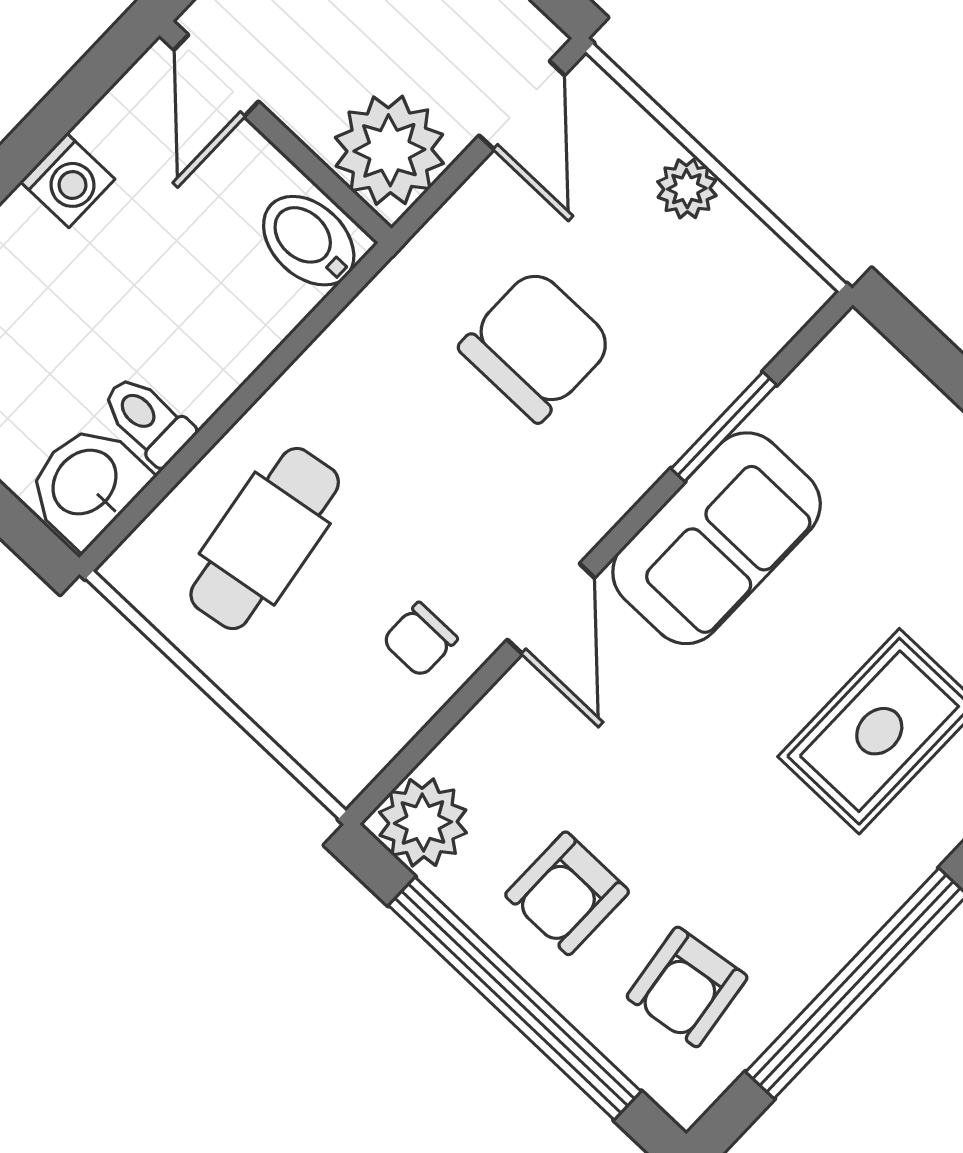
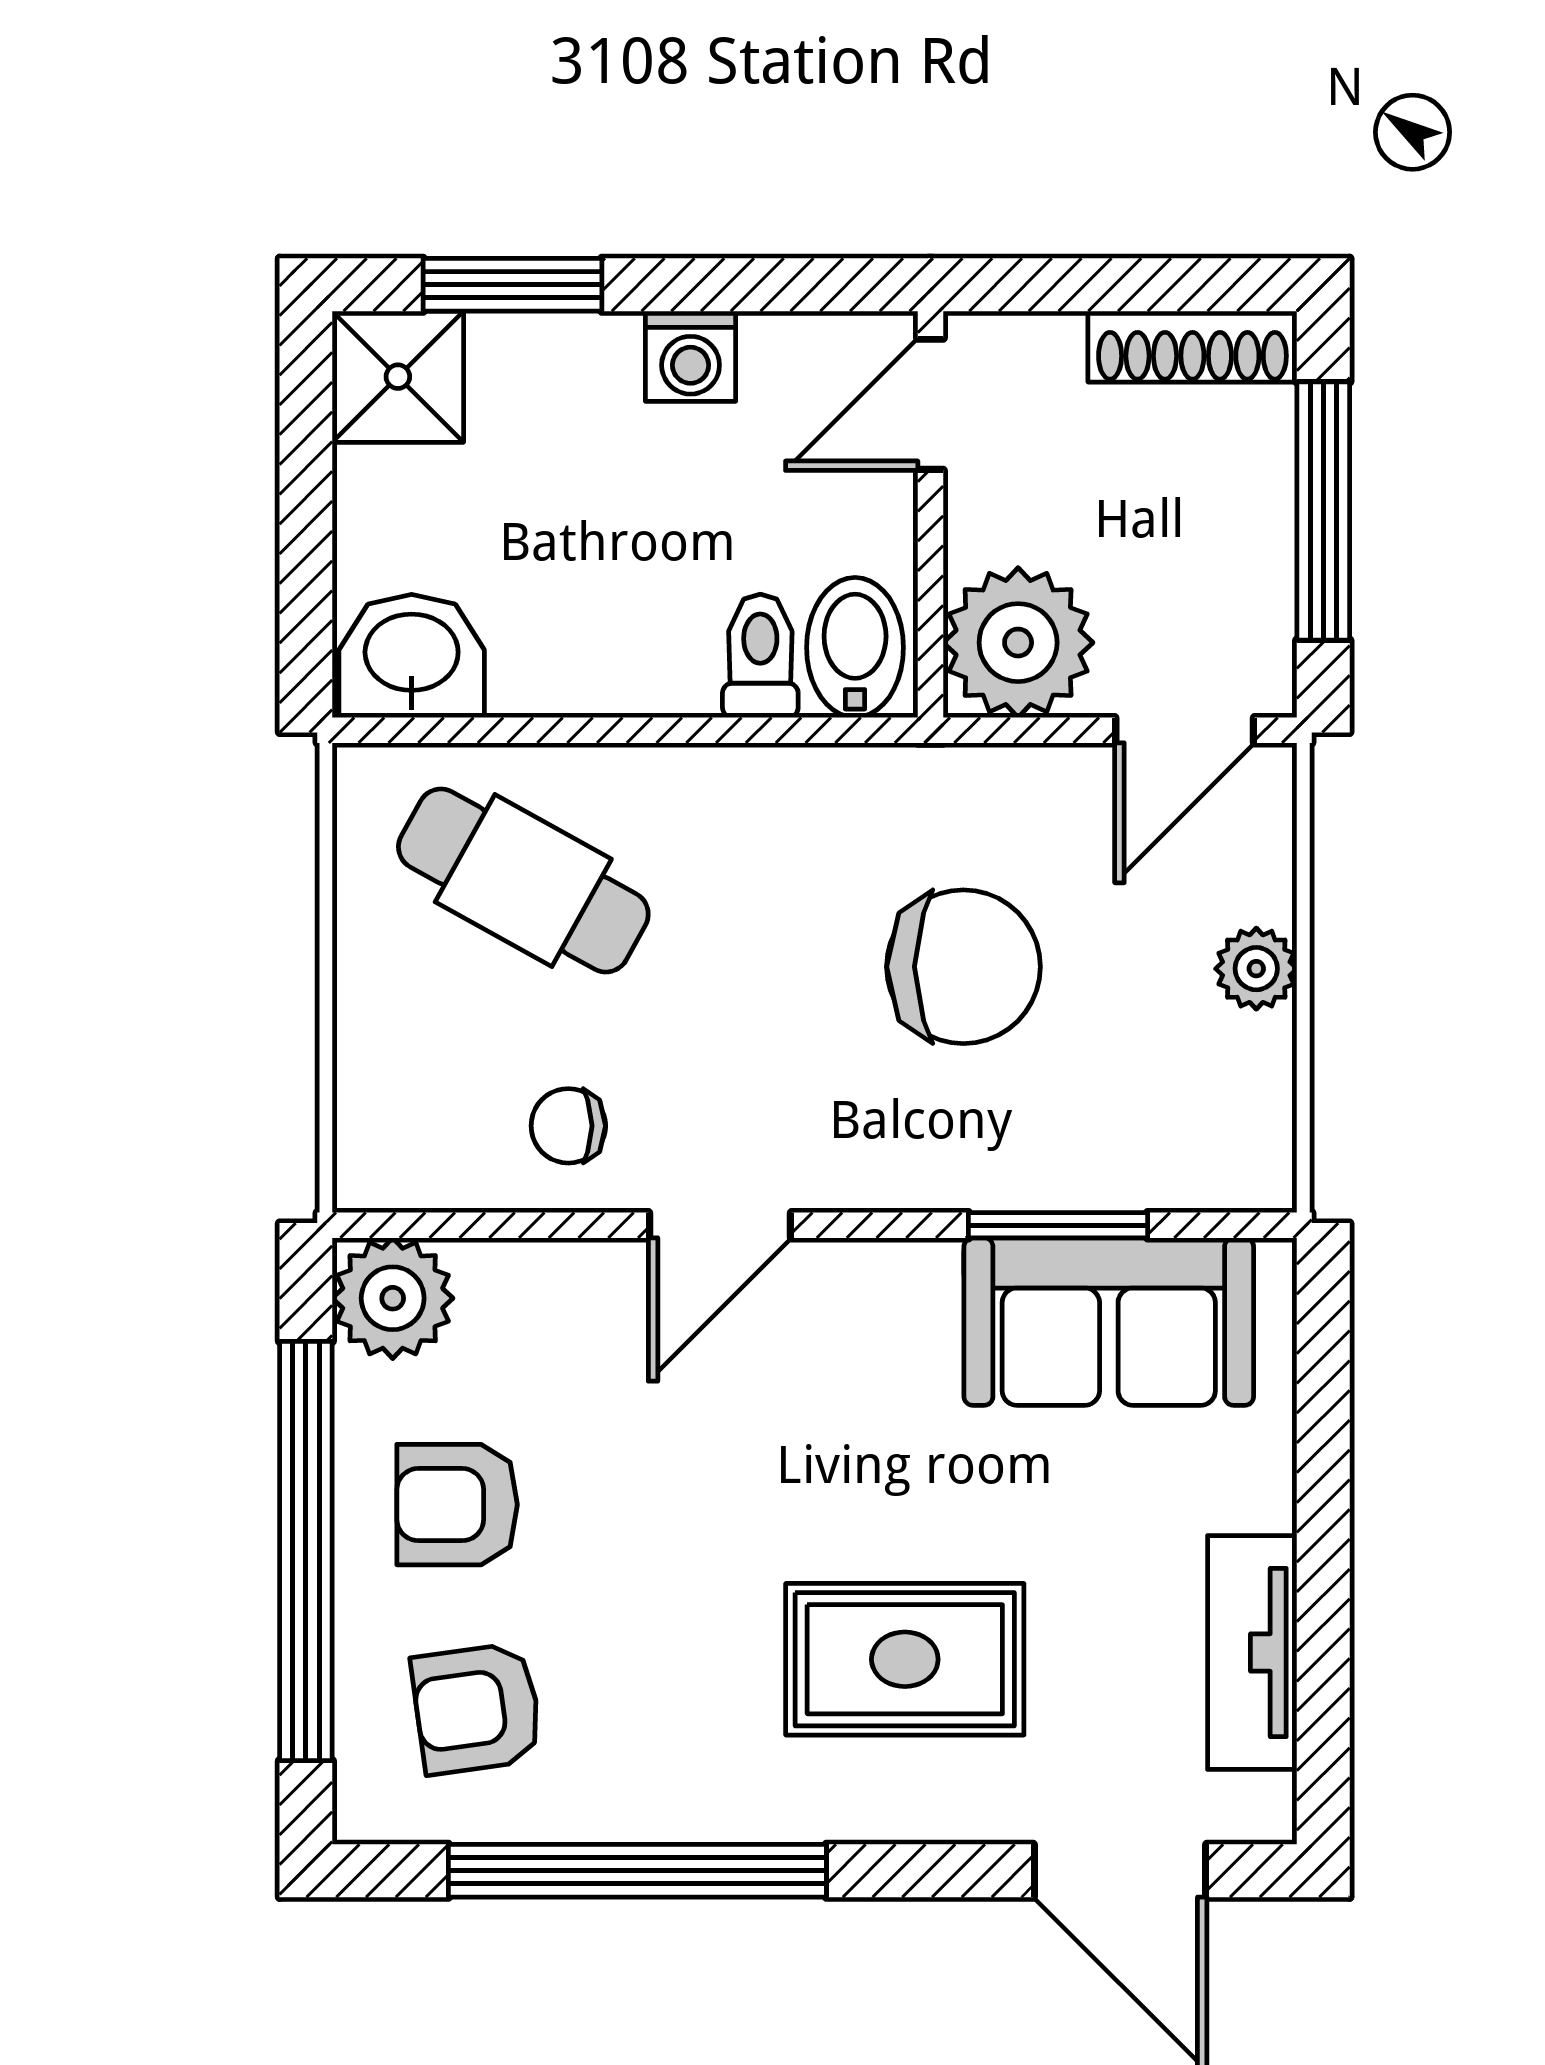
toilet: (147, 420) -> (760, 656), moved
sofa: (717, 538) -> (1109, 1322), moved
cafe table: (265, 539) -> (523, 881), turned 38

